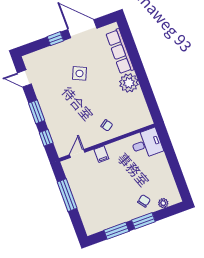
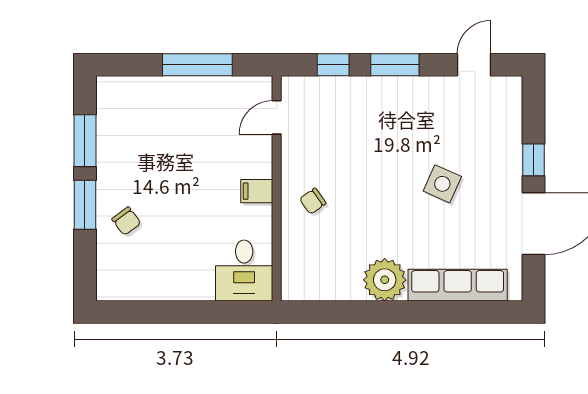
door: (77, 154) -> (277, 117), swing flipped
filing cabinet: (101, 154) -> (257, 191), moved
plant: (163, 203) -> (107, 260), removed

